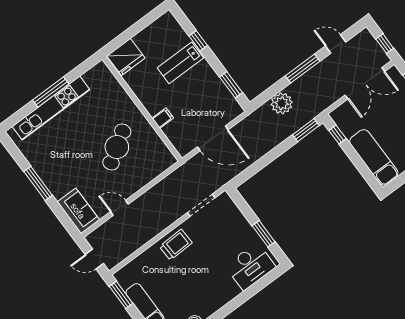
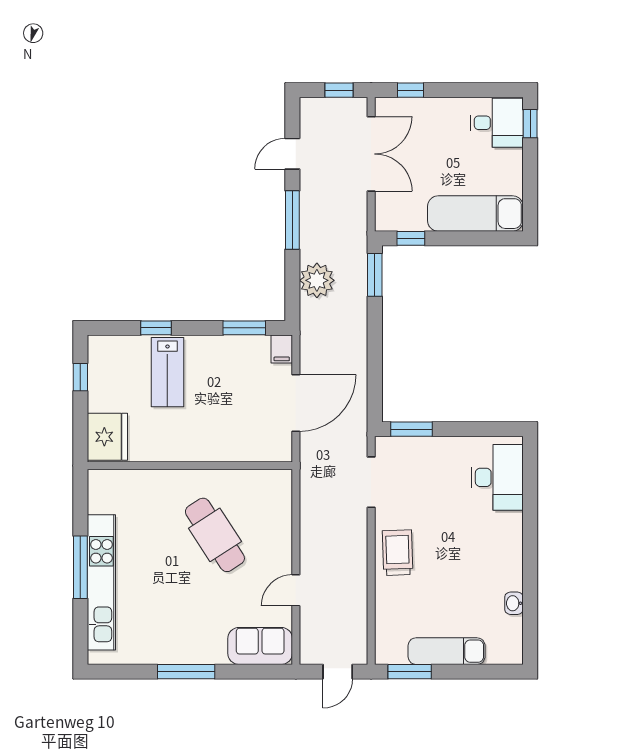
window: (146, 21) -> (80, 377), added
filing cabinet: (163, 118) -> (282, 349), moved, turned 180
window: (264, 234) -> (411, 429), moved

